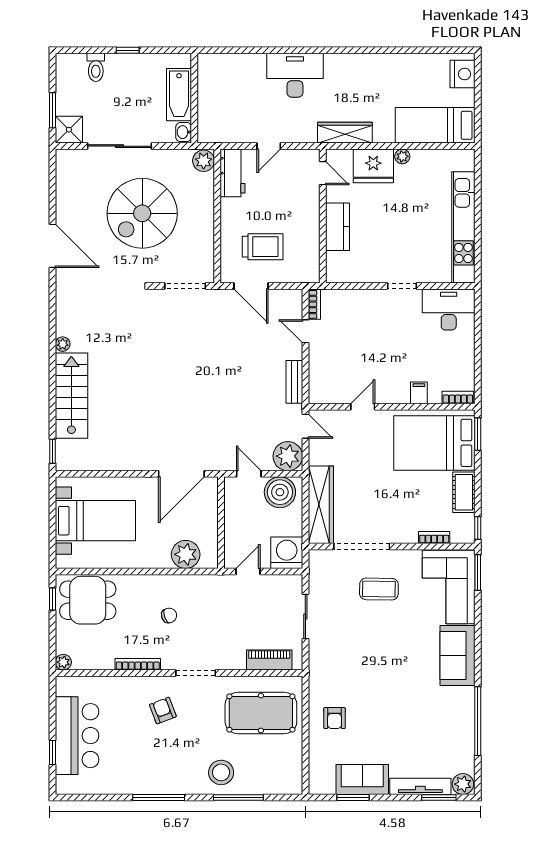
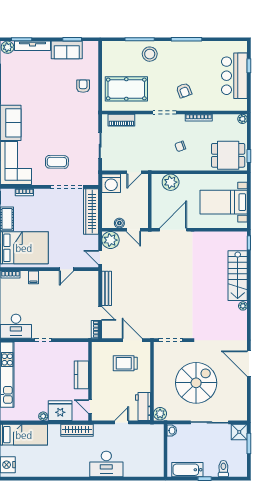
bathtub: (179, 95) -> (187, 470), moved, turned -90
bench: (294, 382) -> (107, 288), width x1.36
boiler: (280, 492) -> (119, 223), width x0.54, depth x0.54

